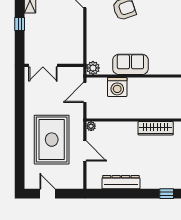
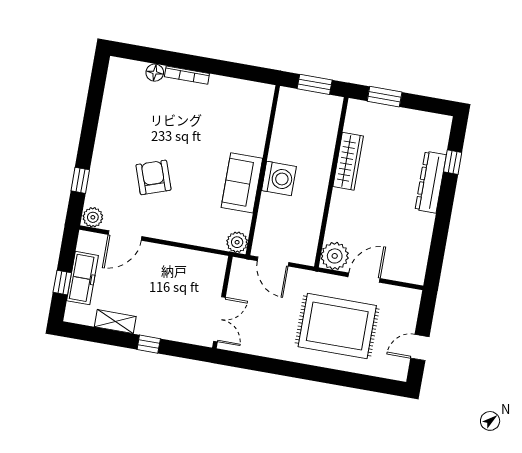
washing machine: (117, 87) -> (279, 178), moved
plant: (91, 126) -> (335, 256), width x1.87, depth x1.87
dresser: (121, 182) -> (431, 182), moved

